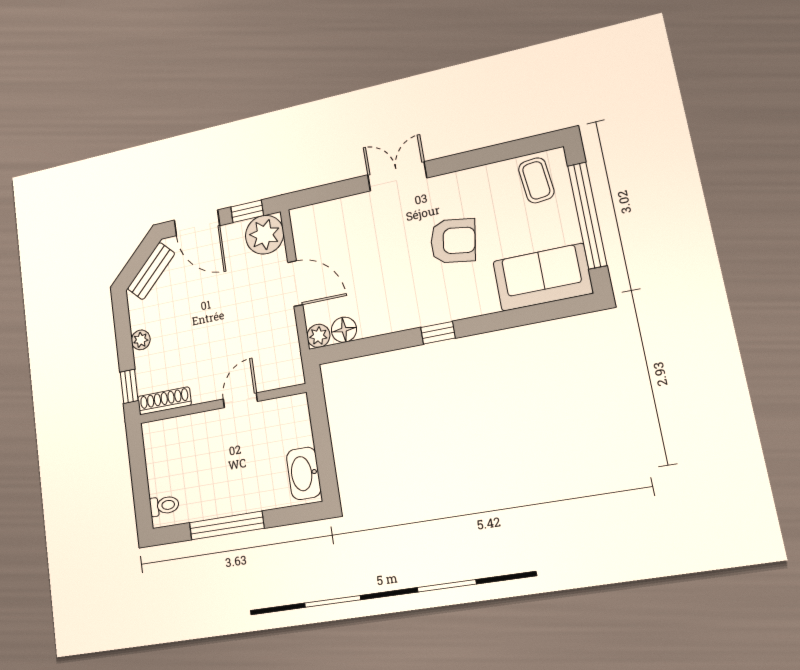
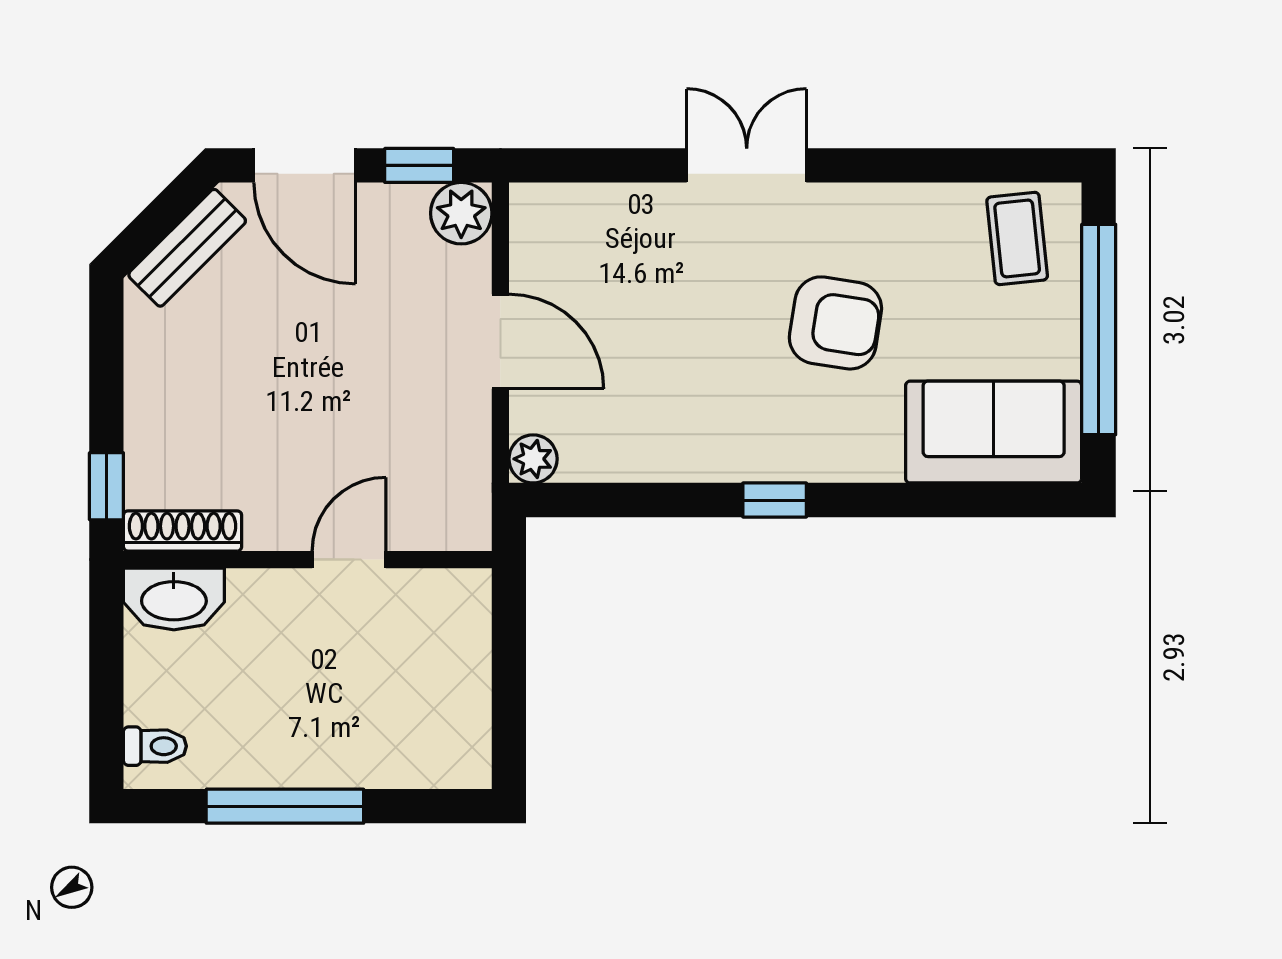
plant: (265, 235) -> (461, 213), width x0.73, depth x0.73
floor lamp: (344, 330) -> (588, 457), removed
plant: (141, 340) -> (145, 392), removed
washbasin: (304, 473) -> (174, 599), moved, turned -90

